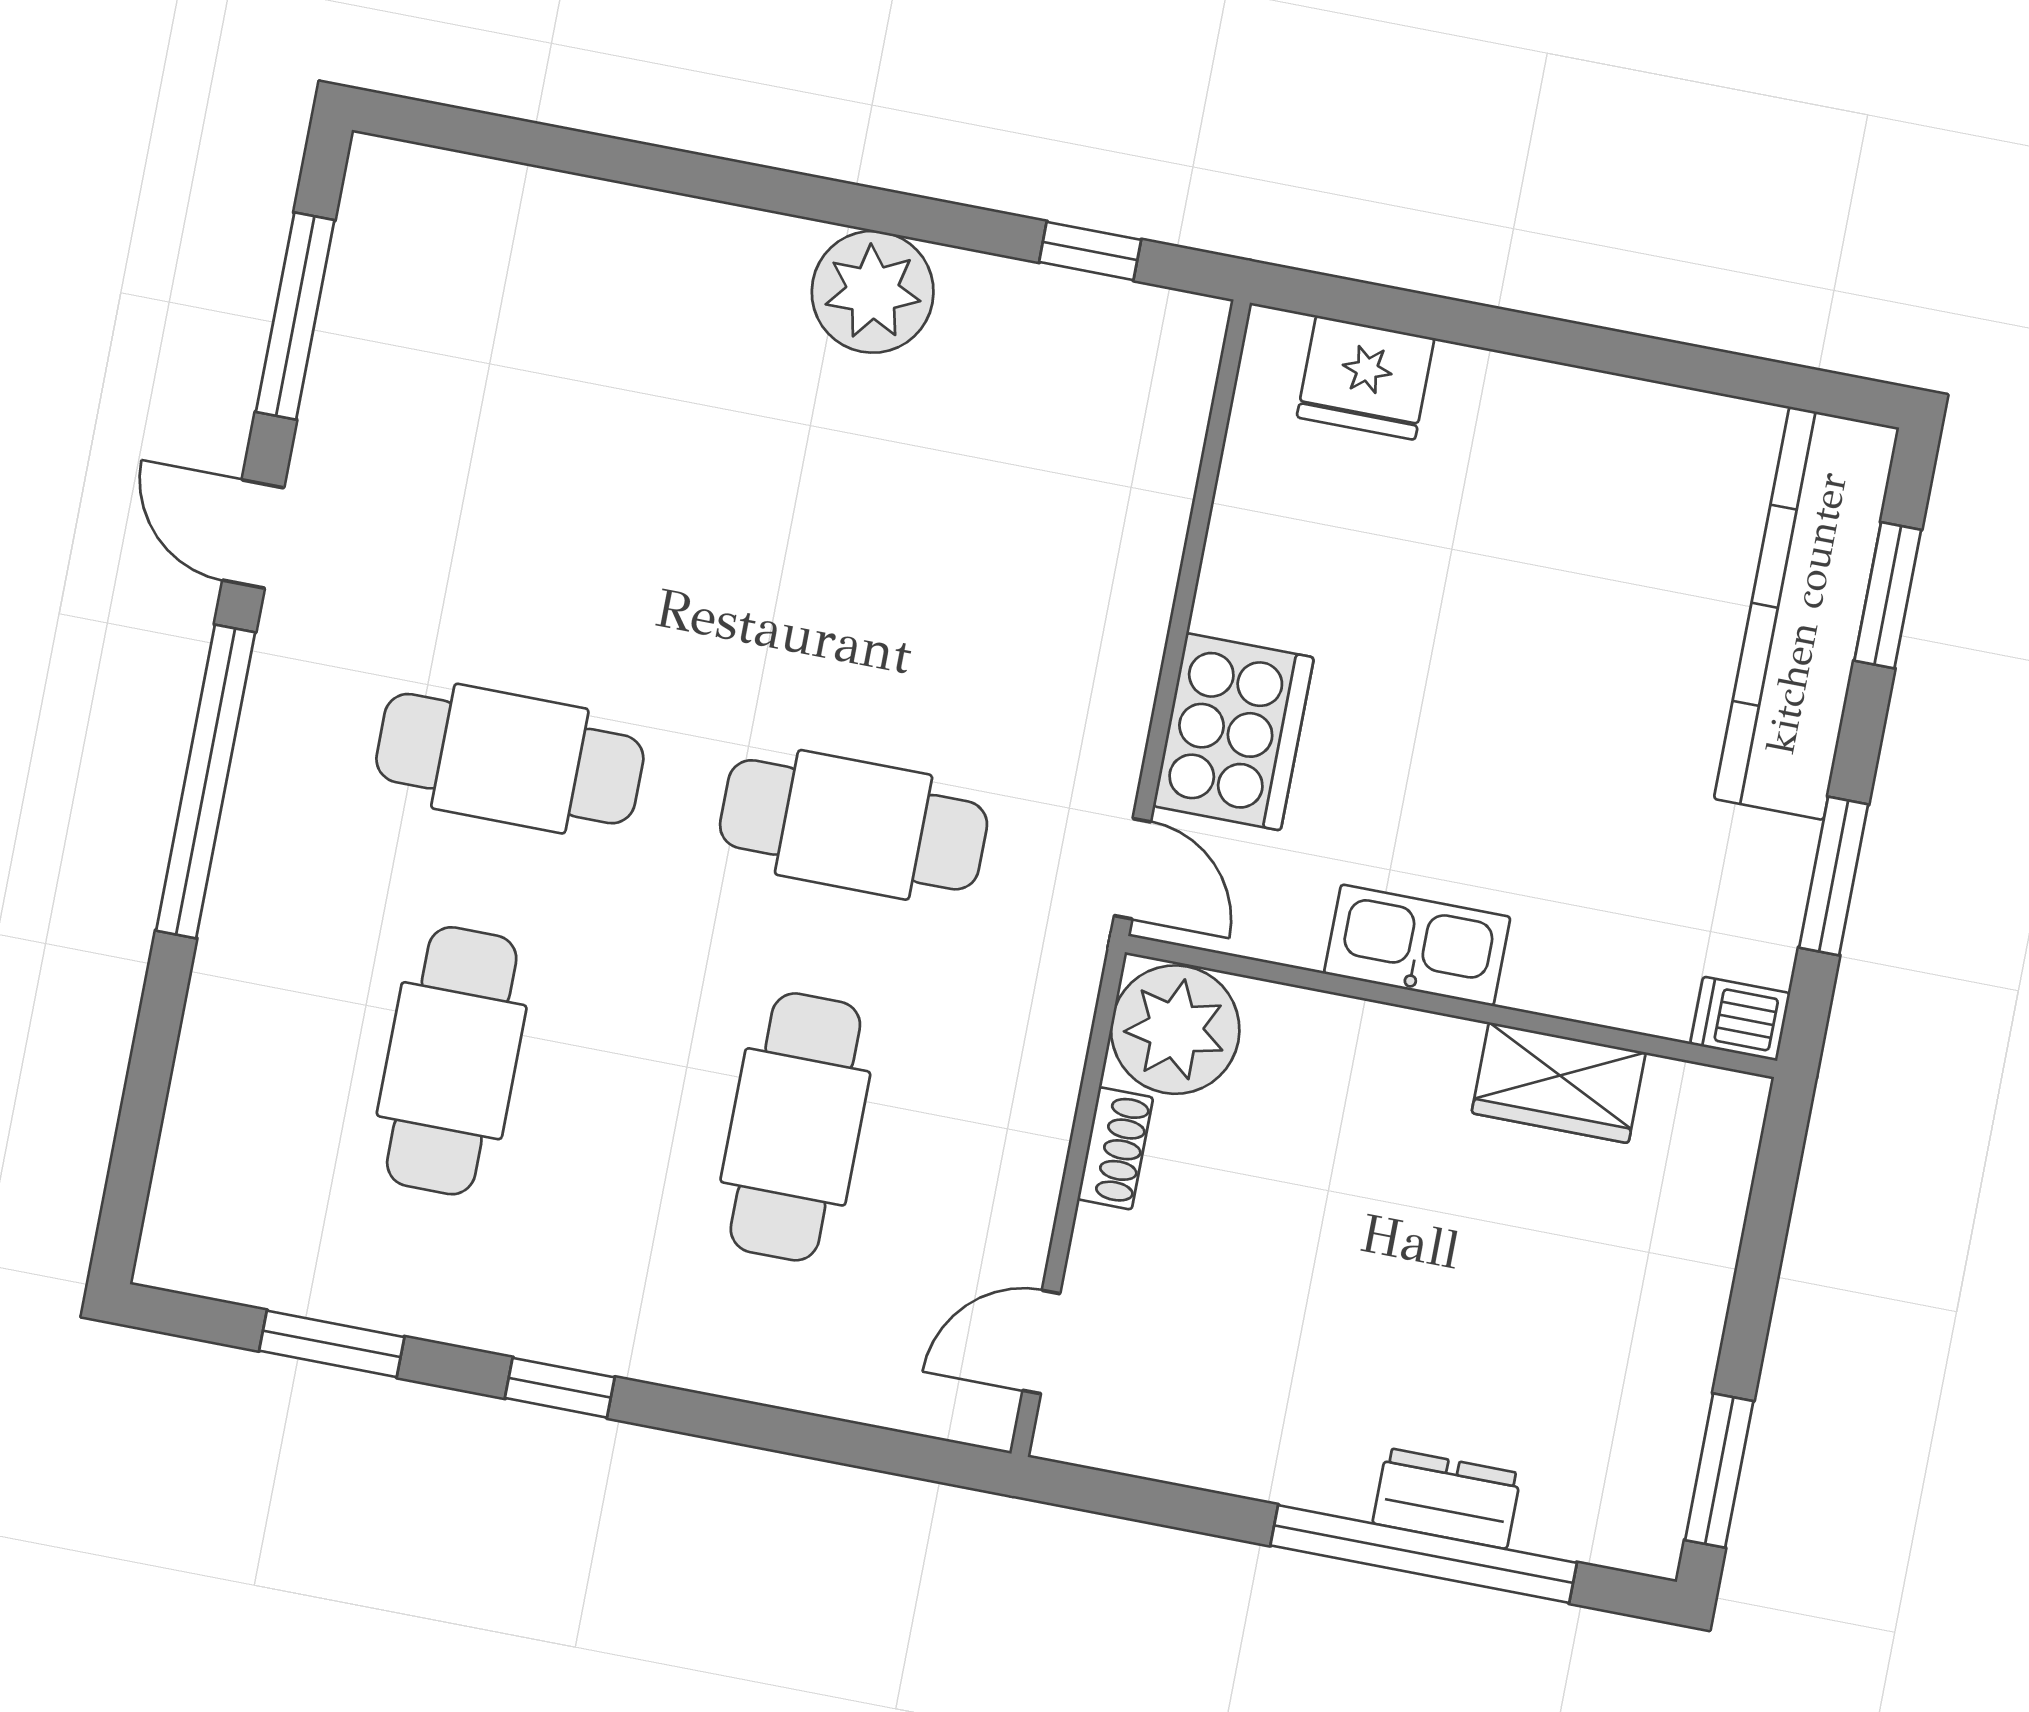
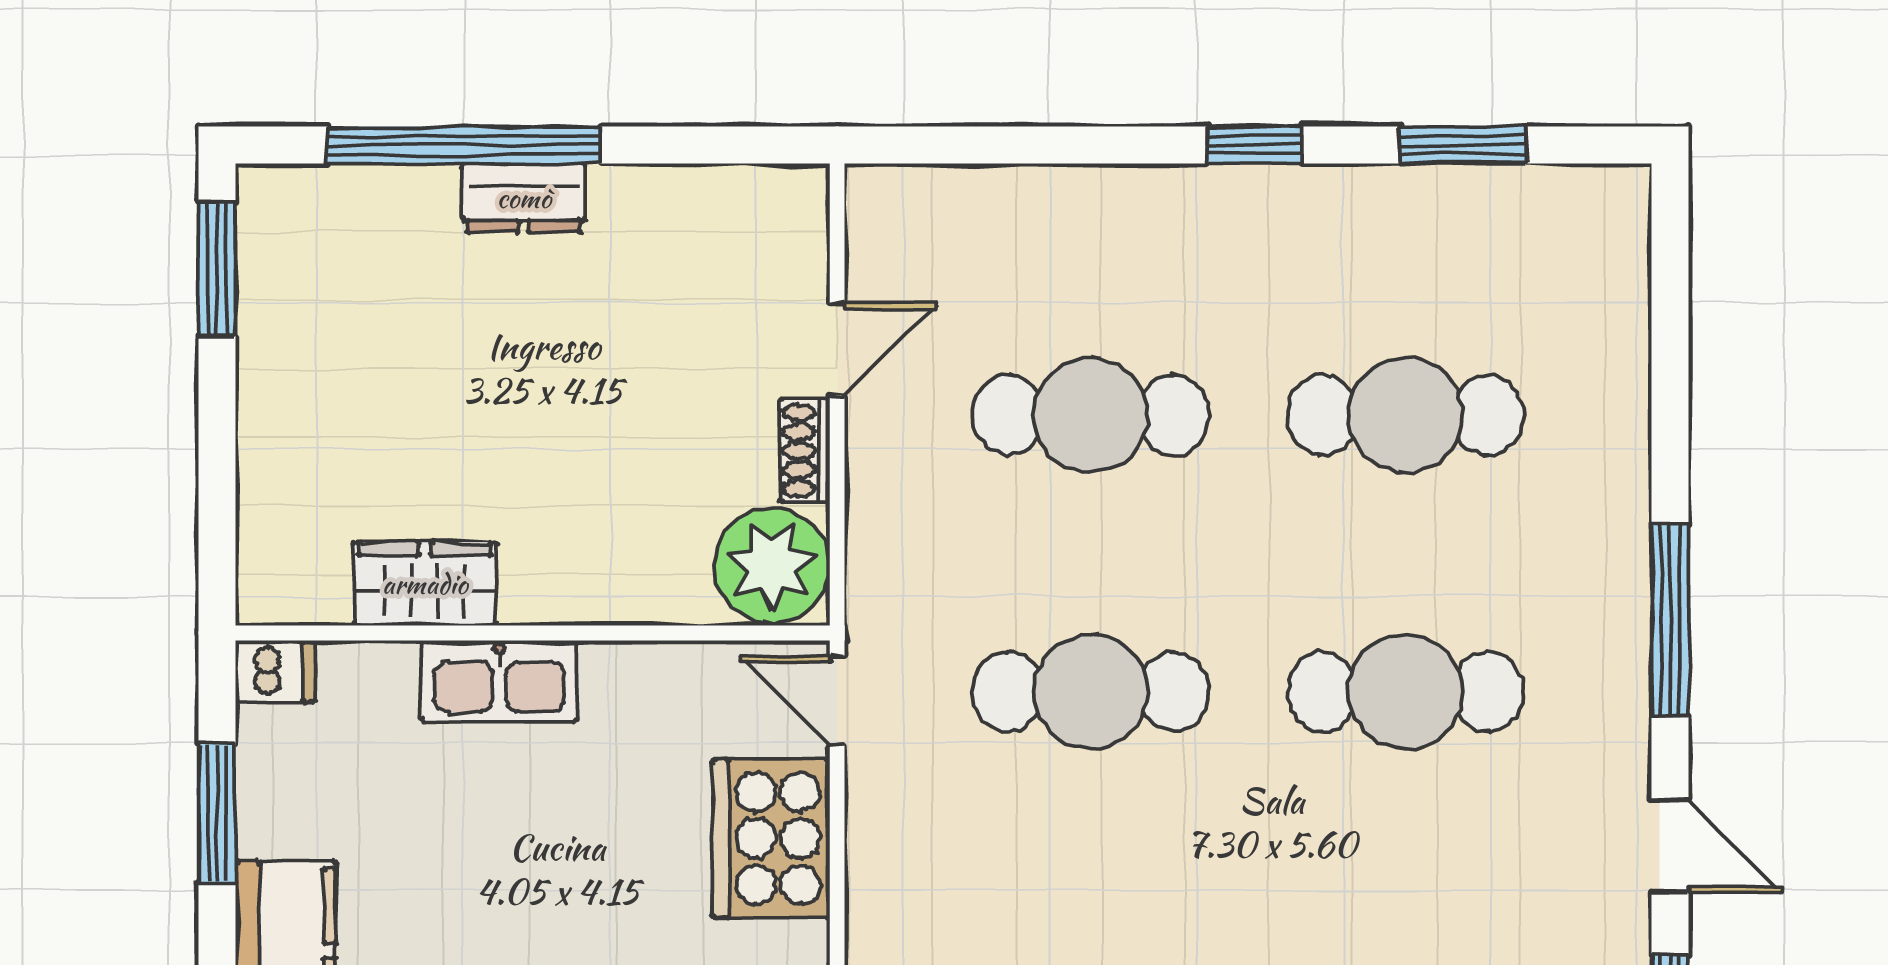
window: (206, 781) -> (1670, 620), width x0.68
kitchen sink: (1417, 945) -> (499, 681), moved
cafe table: (452, 1061) -> (1405, 415), turned 90
cafe table: (795, 1127) -> (1091, 415), turned 90
door: (1041, 1342) -> (837, 349), moved
dresser: (1447, 1498) -> (524, 198), moved

